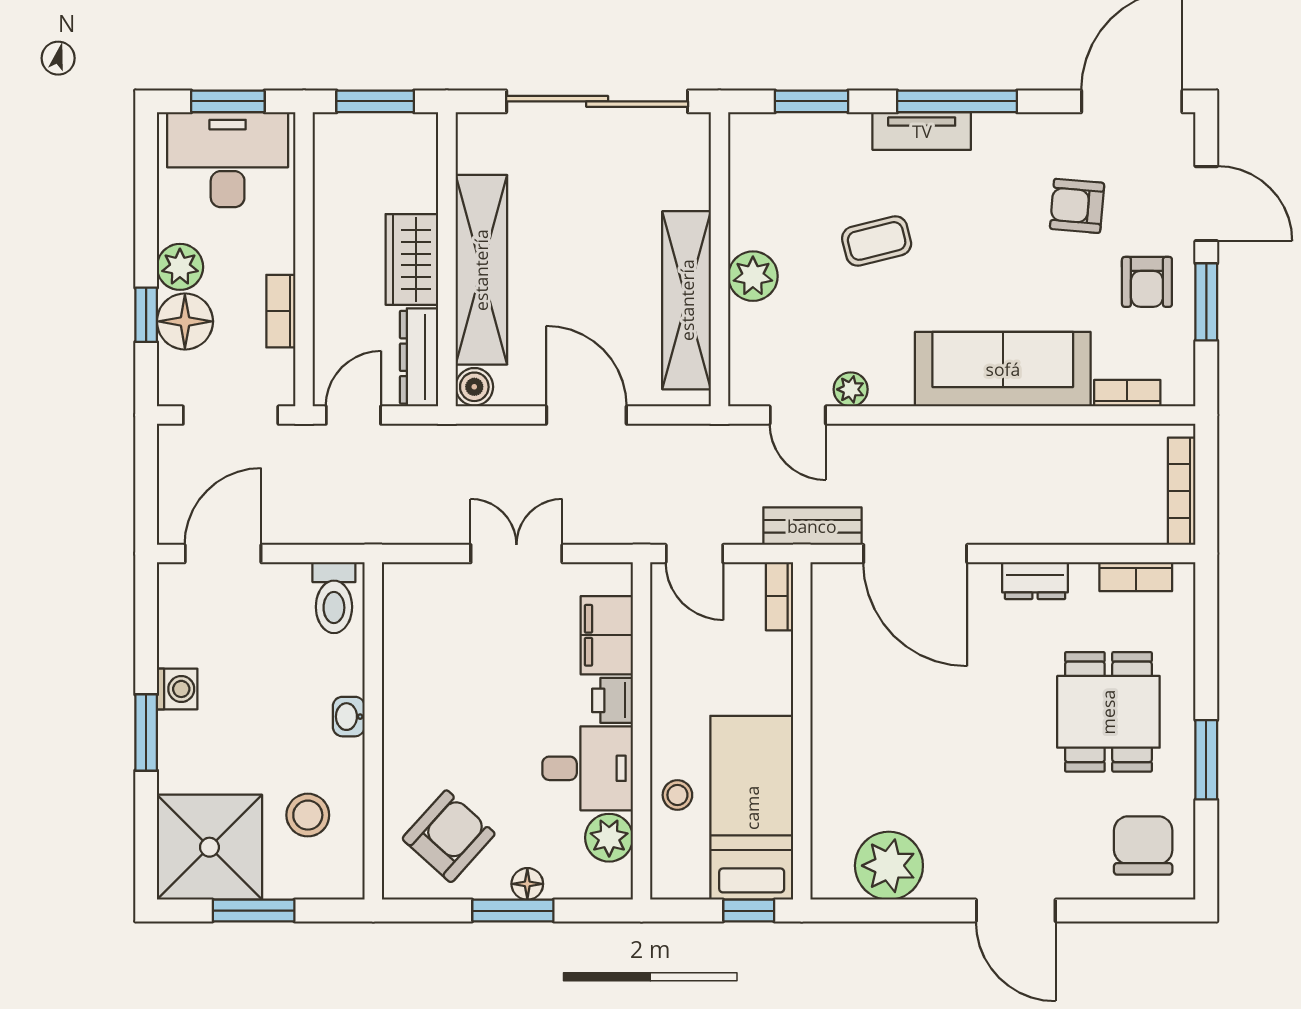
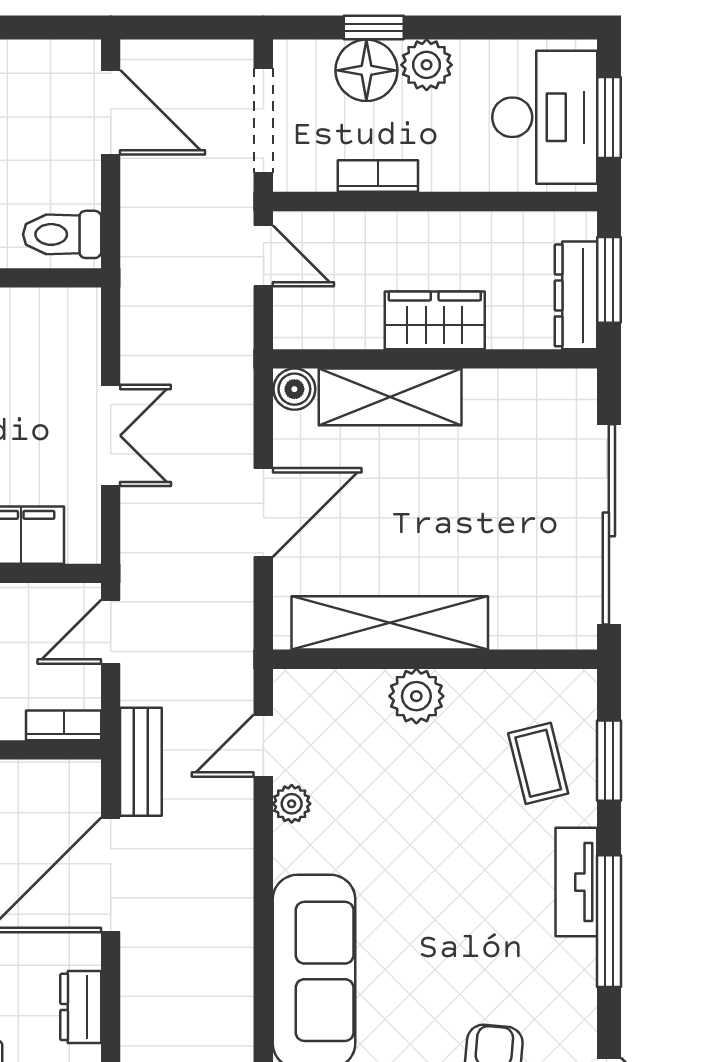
coffee table: (877, 241) -> (538, 763), moved
shelving: (481, 270) -> (390, 397), width x0.68
dresser: (419, 357) -> (576, 295), moved, turned -90

